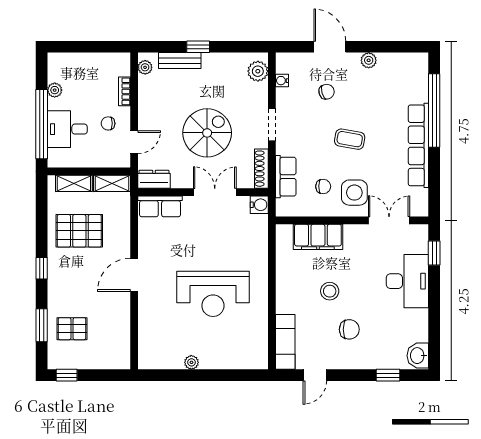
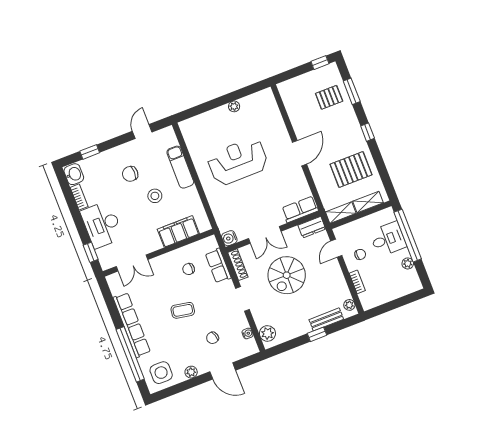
side table: (354, 193) -> (161, 373), moved
bookcase: (422, 325) -> (79, 197), added
exam couch: (285, 342) -> (180, 167), moved

